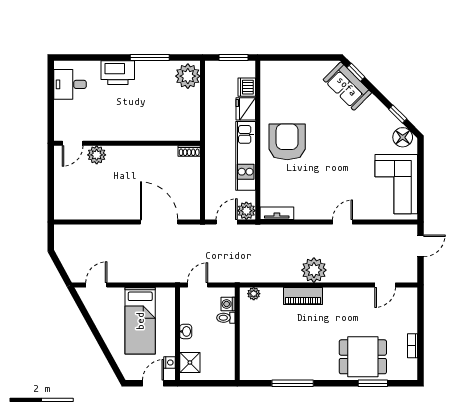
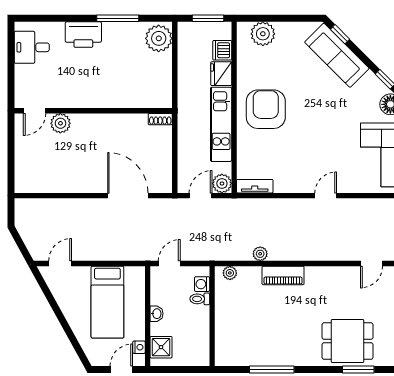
plant: (284, 72) -> (263, 34), added
sofa: (347, 86) -> (337, 55), width x1.36
plant: (314, 270) -> (260, 254), moved, width x0.53, depth x0.53

